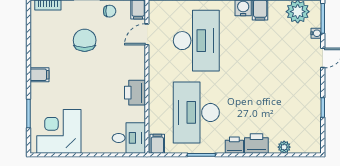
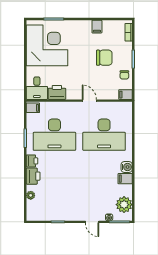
door: (147, 34) -> (89, 101), moved
filing cabinet: (40, 75) -> (97, 27), moved
printer: (135, 93) -> (57, 92), moved
desk: (196, 112) -> (54, 135), turned 180
corner desk: (59, 131) -> (47, 45), width x1.36, depth x1.36

